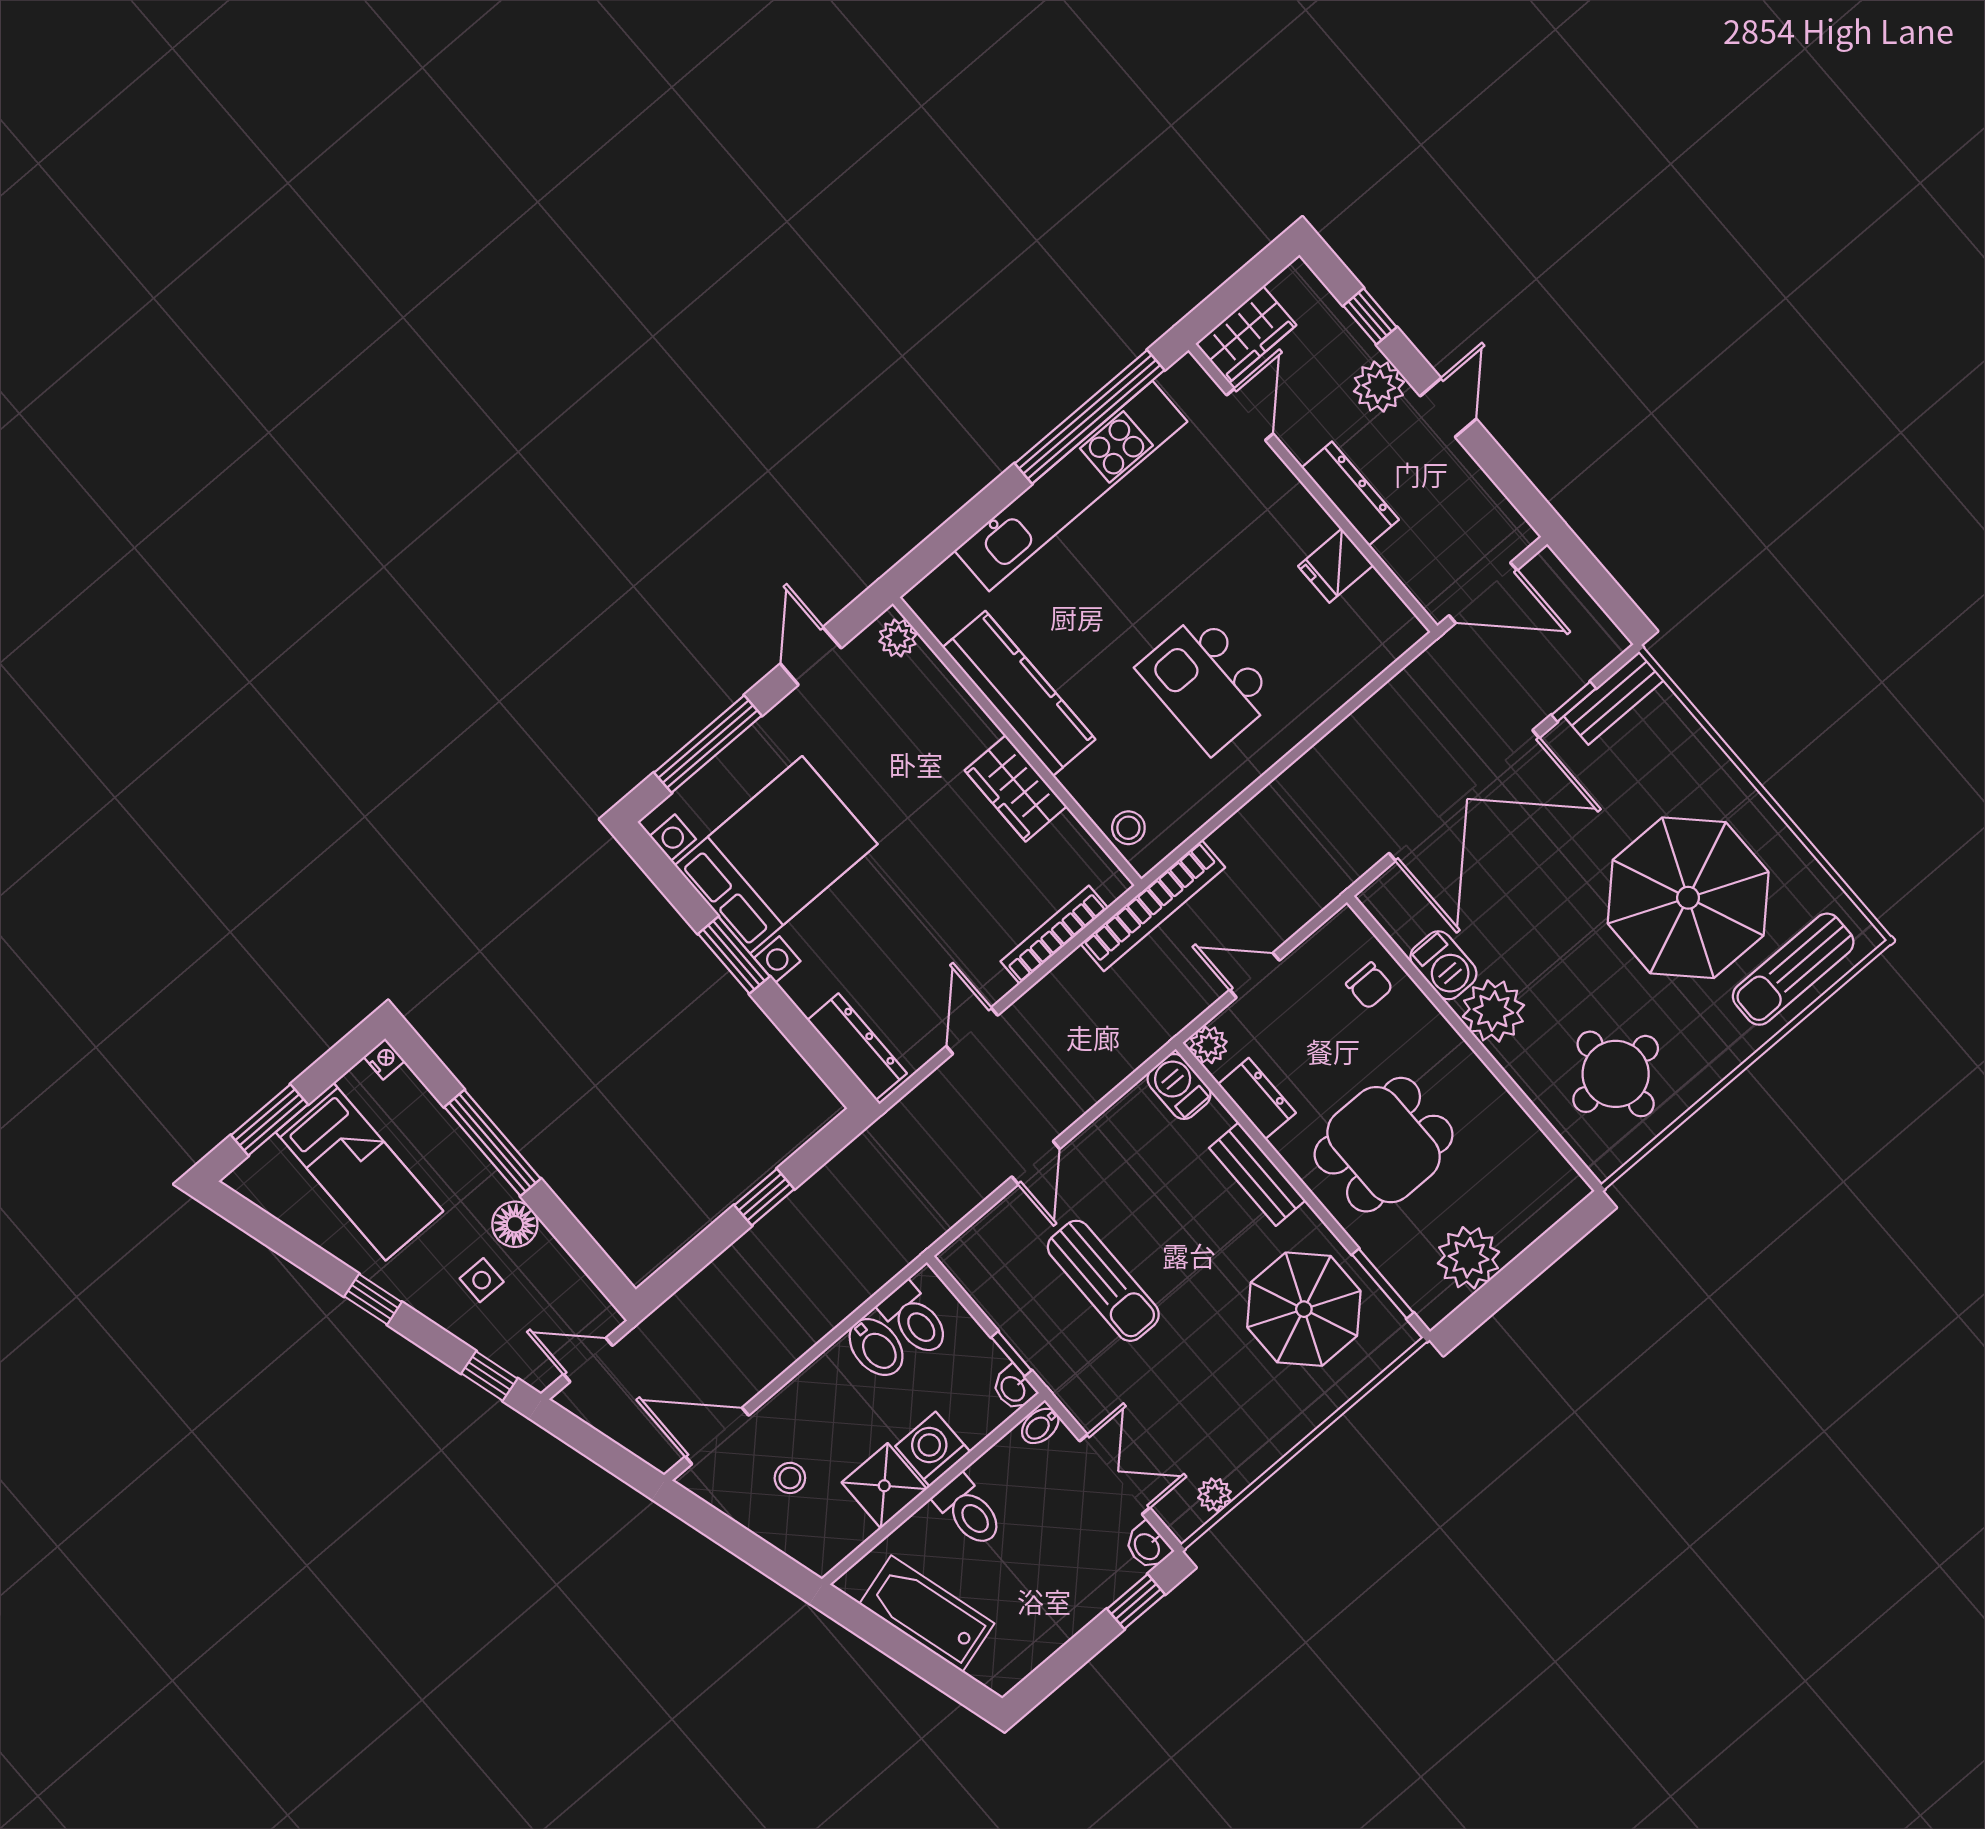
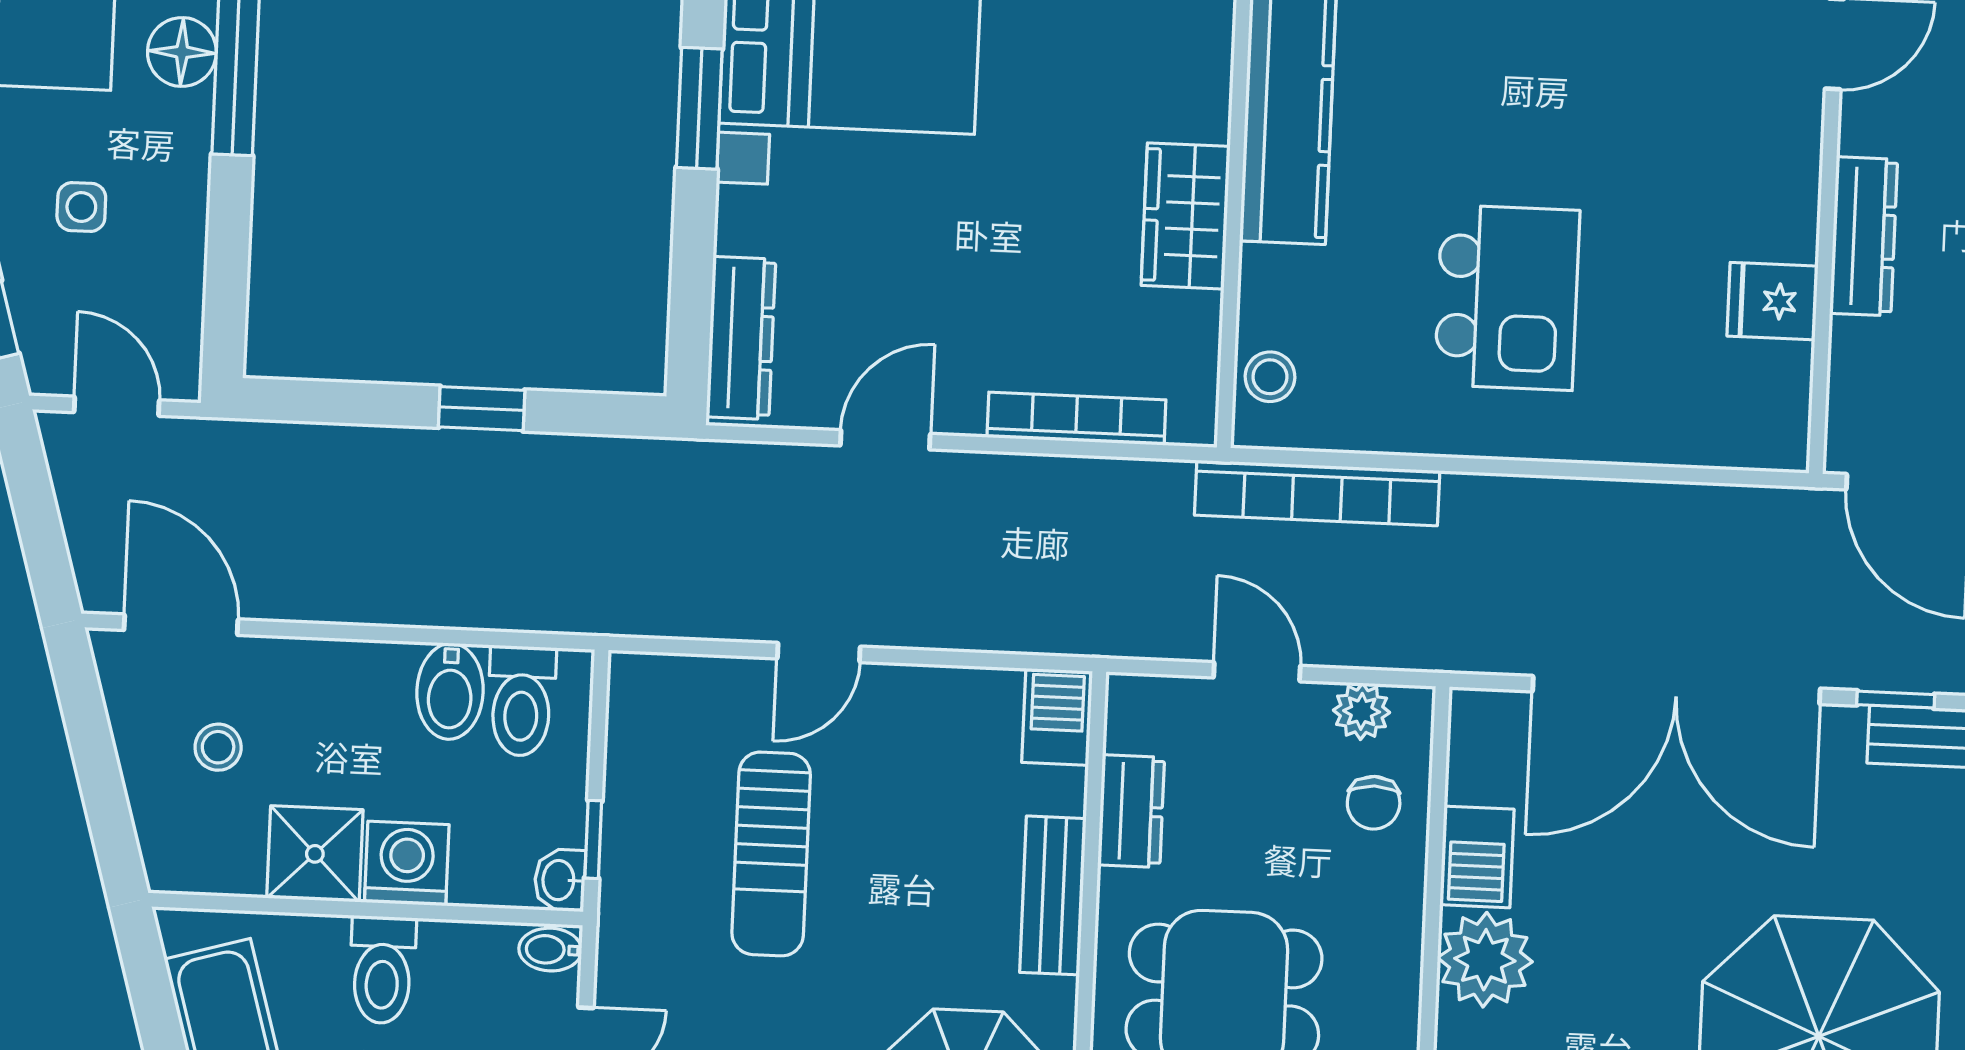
kitchen island: (1207, 683) -> (1507, 298), turned 180
bookcase: (1153, 906) -> (1317, 493), moved
plant: (1209, 1045) -> (1362, 711), moved
floor lamp: (515, 1224) -> (182, 52), moved

